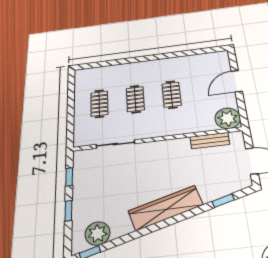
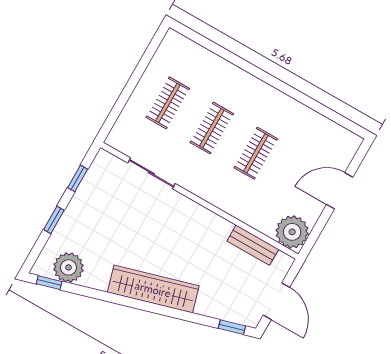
window: (223, 201) -> (232, 327), moved

